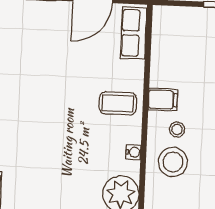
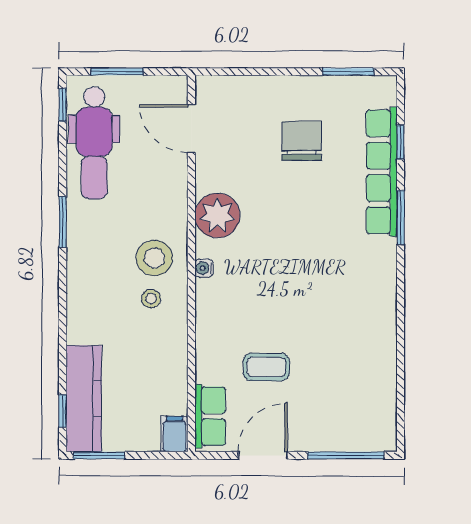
filing cabinet: (163, 100) -> (175, 434), moved, turned 90
coffee table: (118, 103) -> (266, 367), moved

